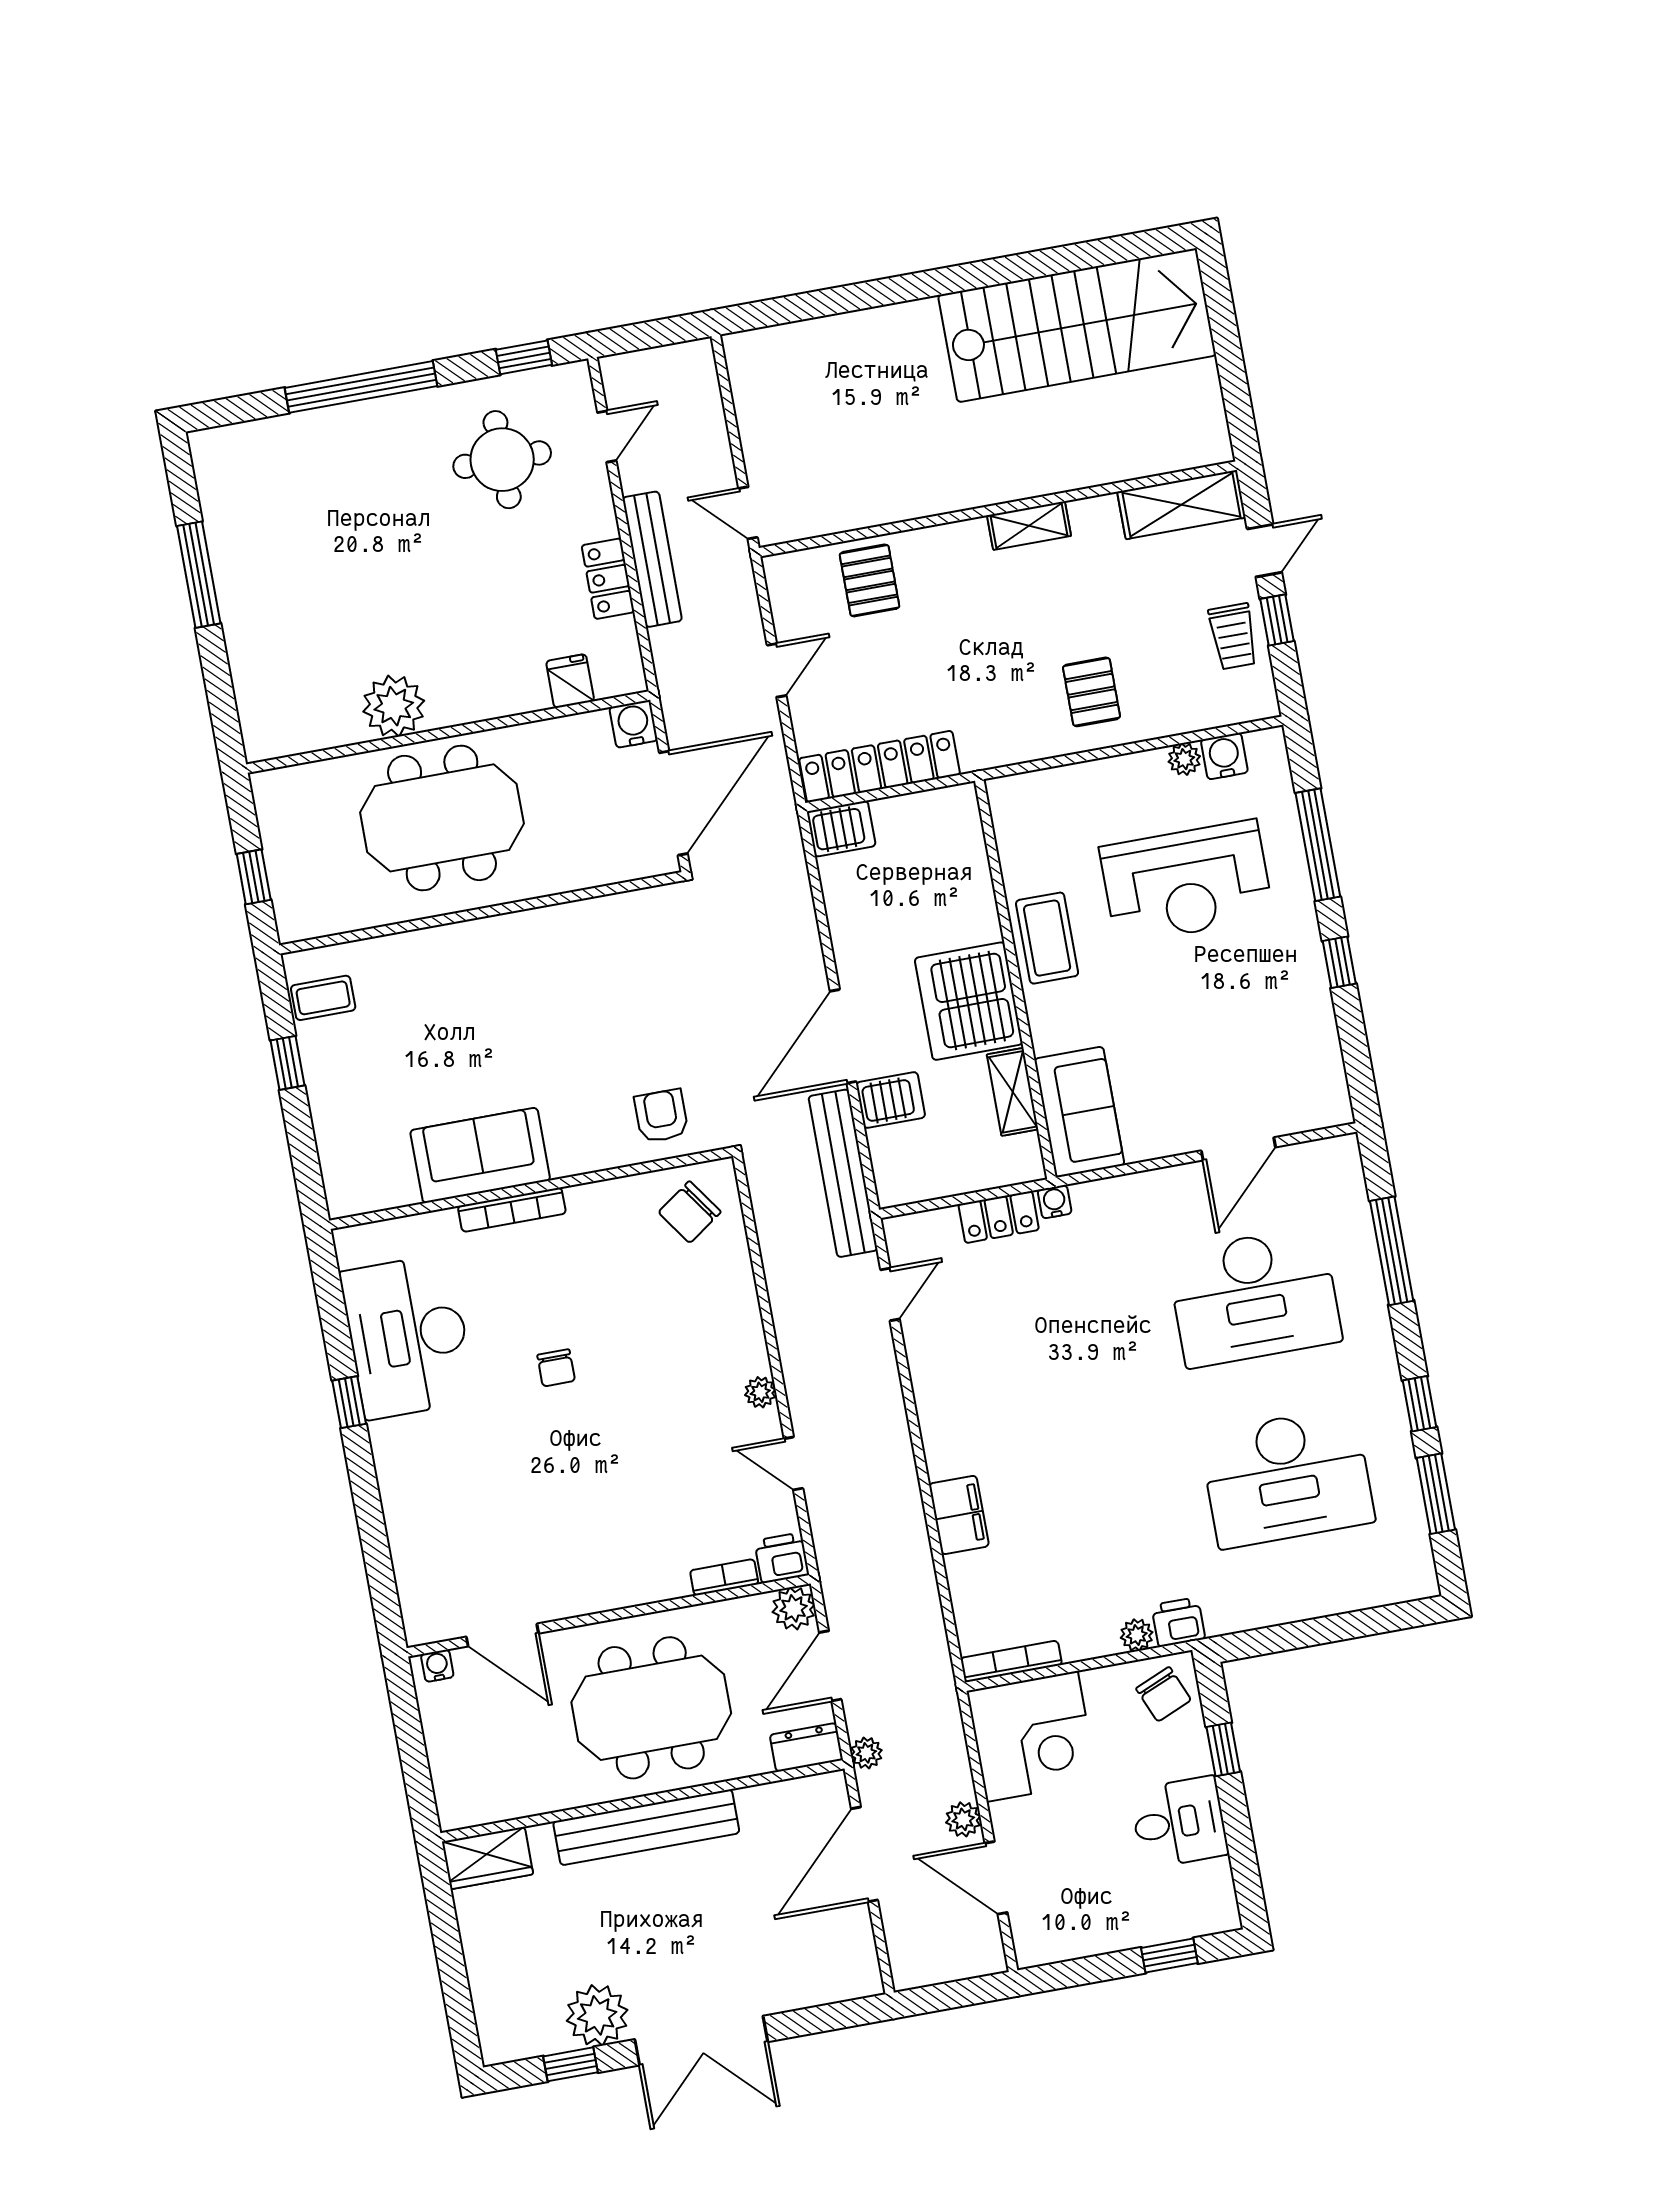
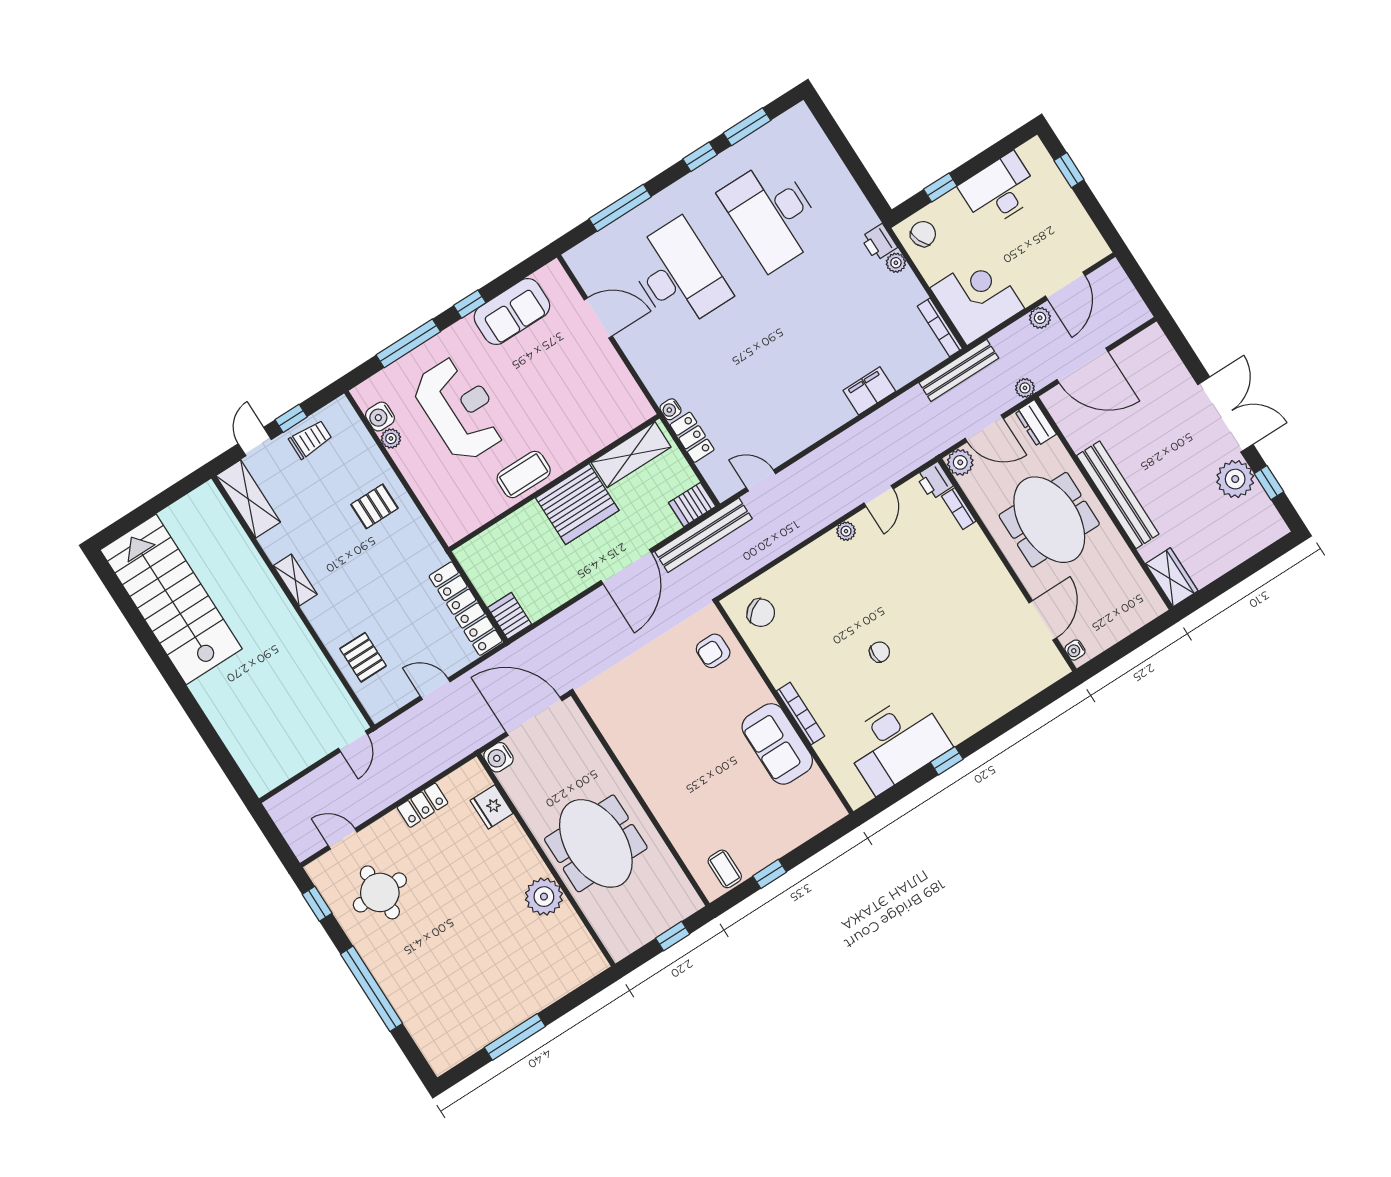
door: (1264, 551) -> (255, 442), hinge flipped
bench: (652, 559) -> (959, 370), moved
pallet: (870, 580) -> (363, 657), turned 90
fridge: (570, 681) -> (492, 807), width x1.38
door: (843, 1036) -> (626, 567), hinge flipped
shelving: (1013, 1092) -> (631, 455), width x1.50, depth x1.33
server rack: (891, 1100) -> (692, 505), moved, turned -90
sofa: (1079, 1112) -> (512, 311), moved, turned 180
desk: (1287, 1478) -> (772, 214), turned 180
desk: (1179, 1822) -> (999, 191), width x1.37

